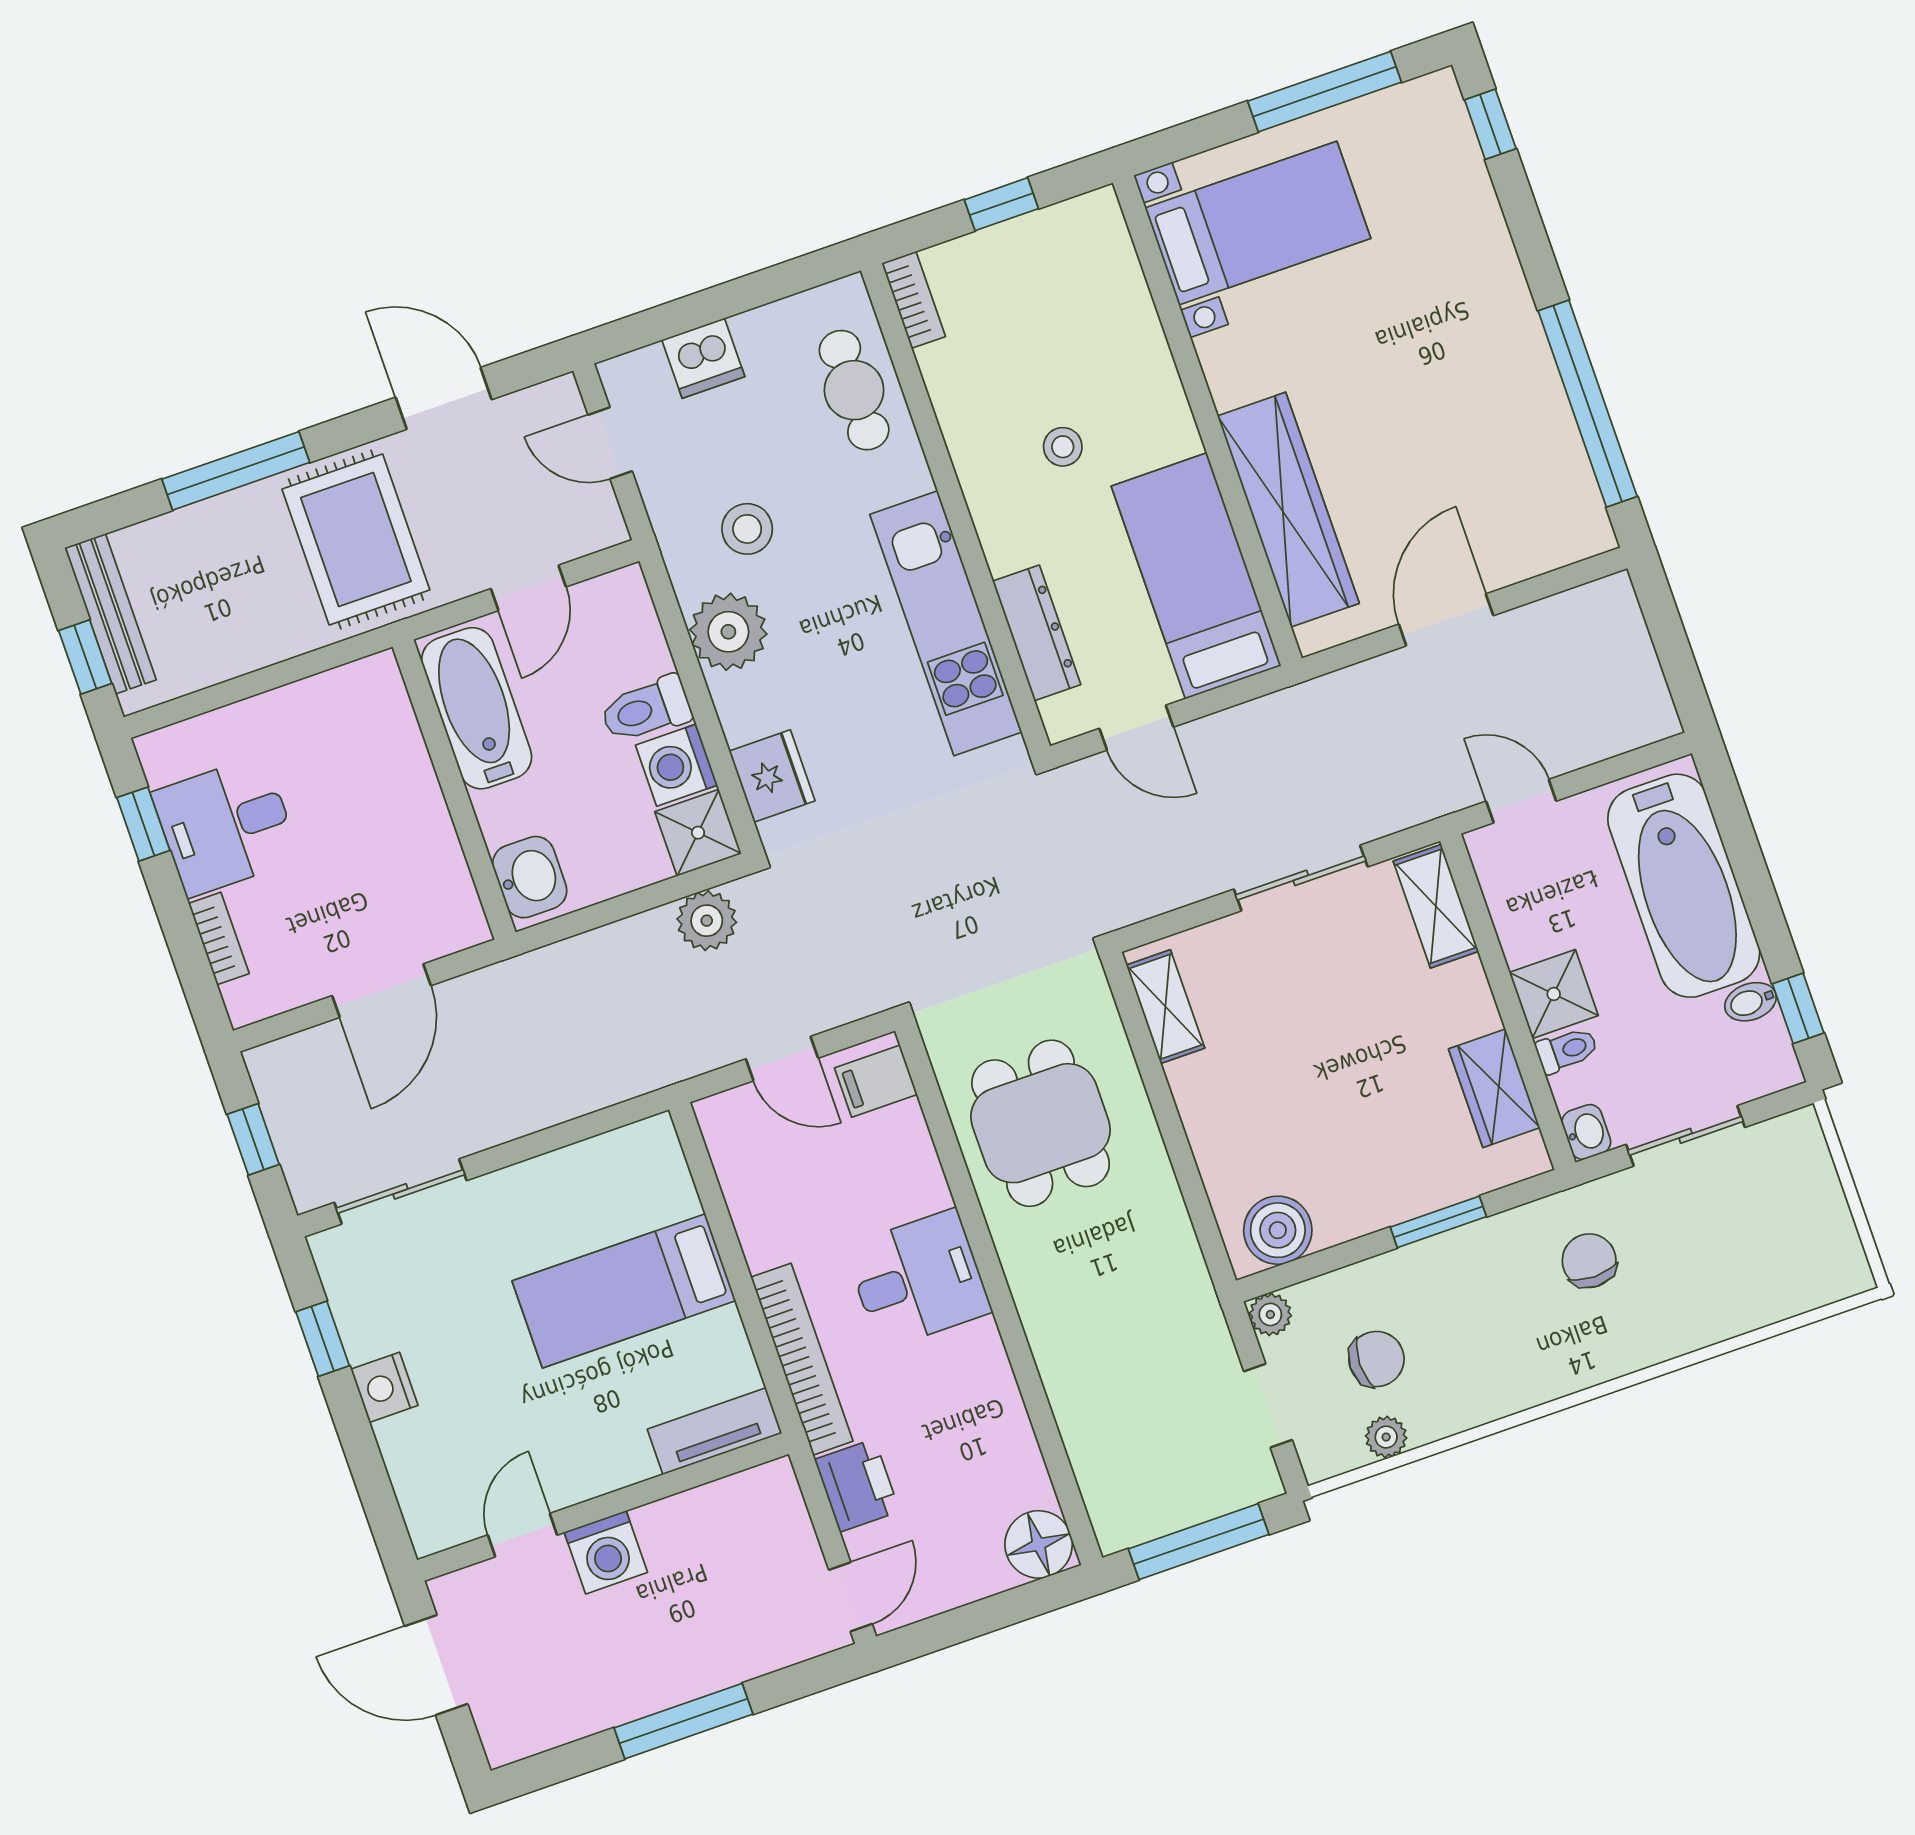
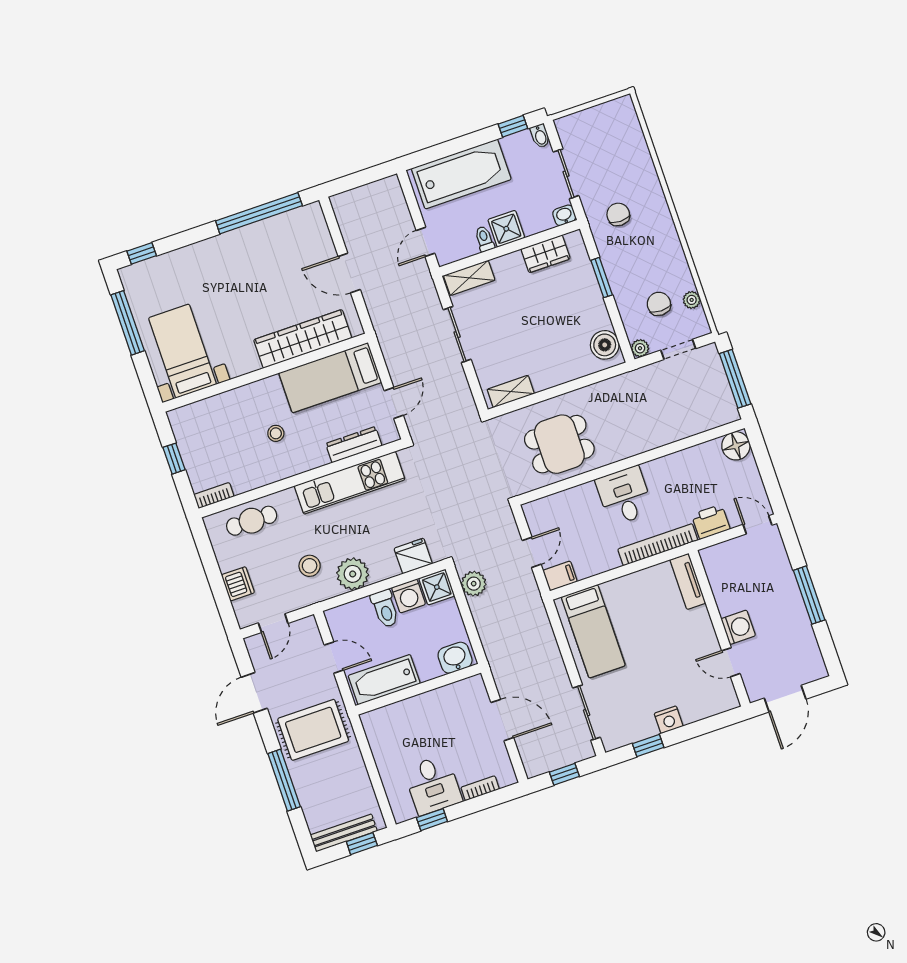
bidet: (1750, 1002) -> (540, 136), moved
toilet: (1567, 1050) -> (484, 239), moved
filing cabinet: (876, 1081) -> (560, 576), moved, turned -90
chair: (1589, 1261) -> (618, 214), turned 90
bed: (624, 1291) -> (593, 631), moved

